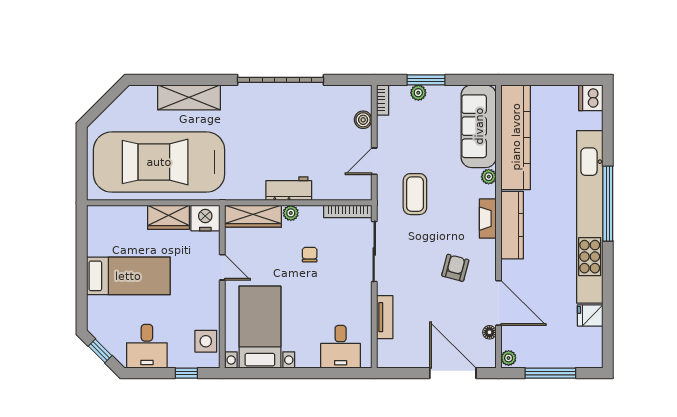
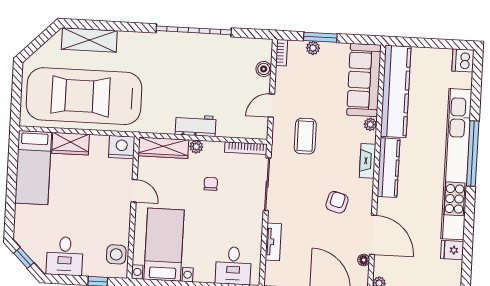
shelving: (189, 97) -> (89, 40), moved
wardrobe: (169, 217) -> (71, 144), moved
bed: (128, 276) -> (33, 168), moved, turned 90

